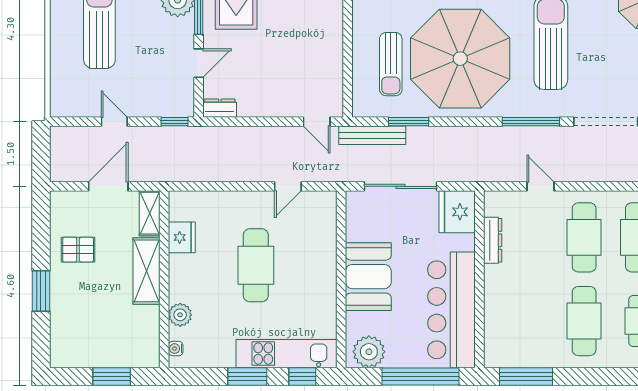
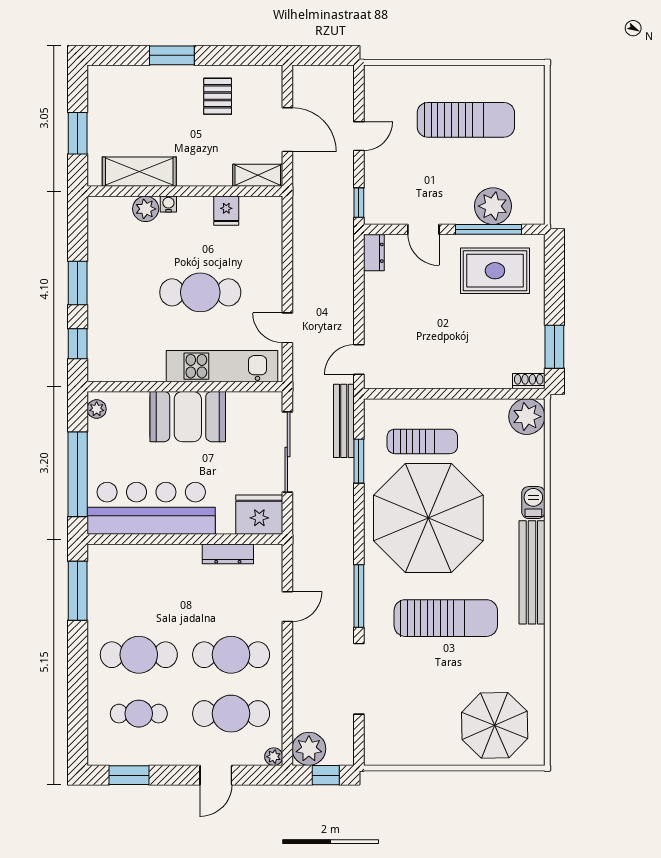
sun lounger: (391, 64) -> (422, 441), turned 180
fridge: (182, 237) -> (226, 211), width x0.72
shelving: (146, 271) -> (139, 172), moved
water cooler: (176, 349) -> (168, 204), moved
plant: (369, 352) -> (97, 409), width x0.53, depth x0.53
kitchen unit: (286, 354) -> (222, 366), moved, turned -90

